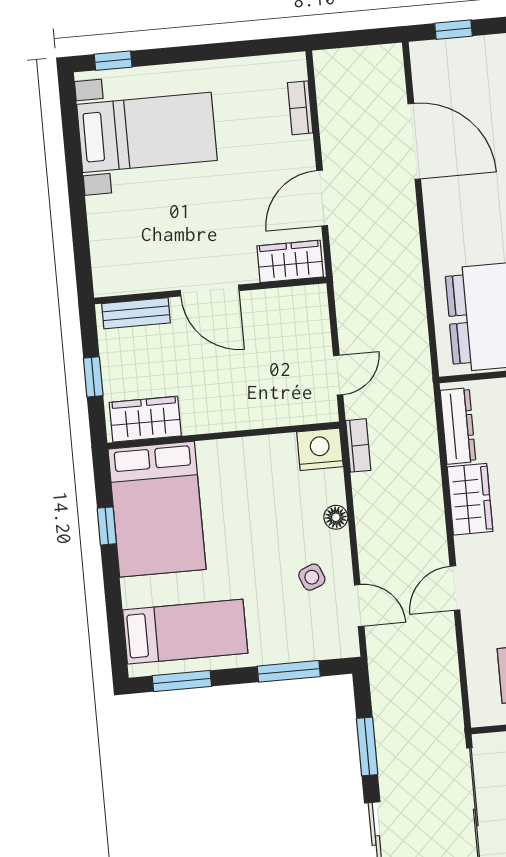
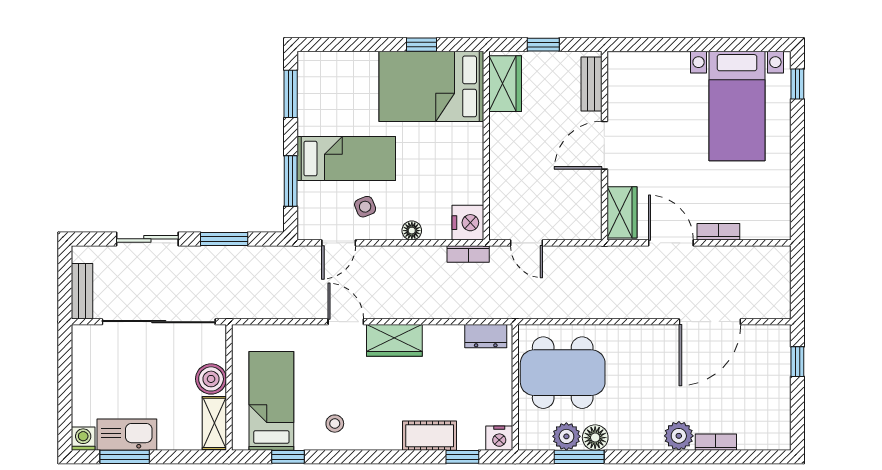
bookcase: (300, 108) -> (718, 232), moved
dresser: (458, 426) -> (486, 336), width x0.70
wardrobe: (470, 499) -> (394, 340), moved
bed: (185, 632) -> (346, 159), moved, turned -90

